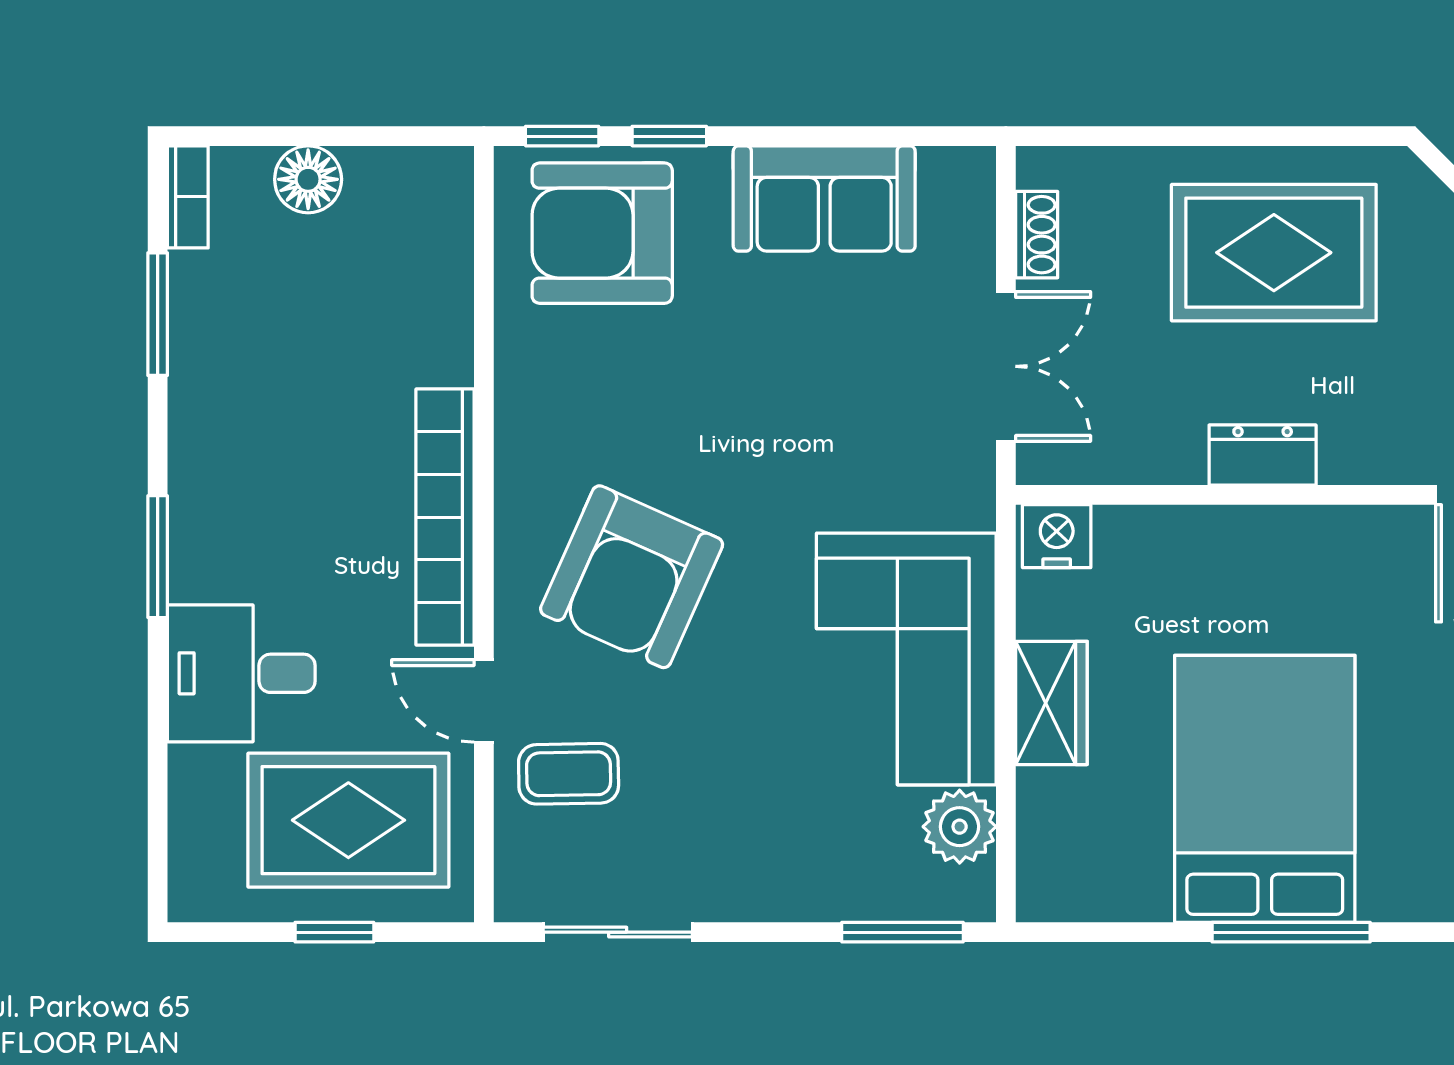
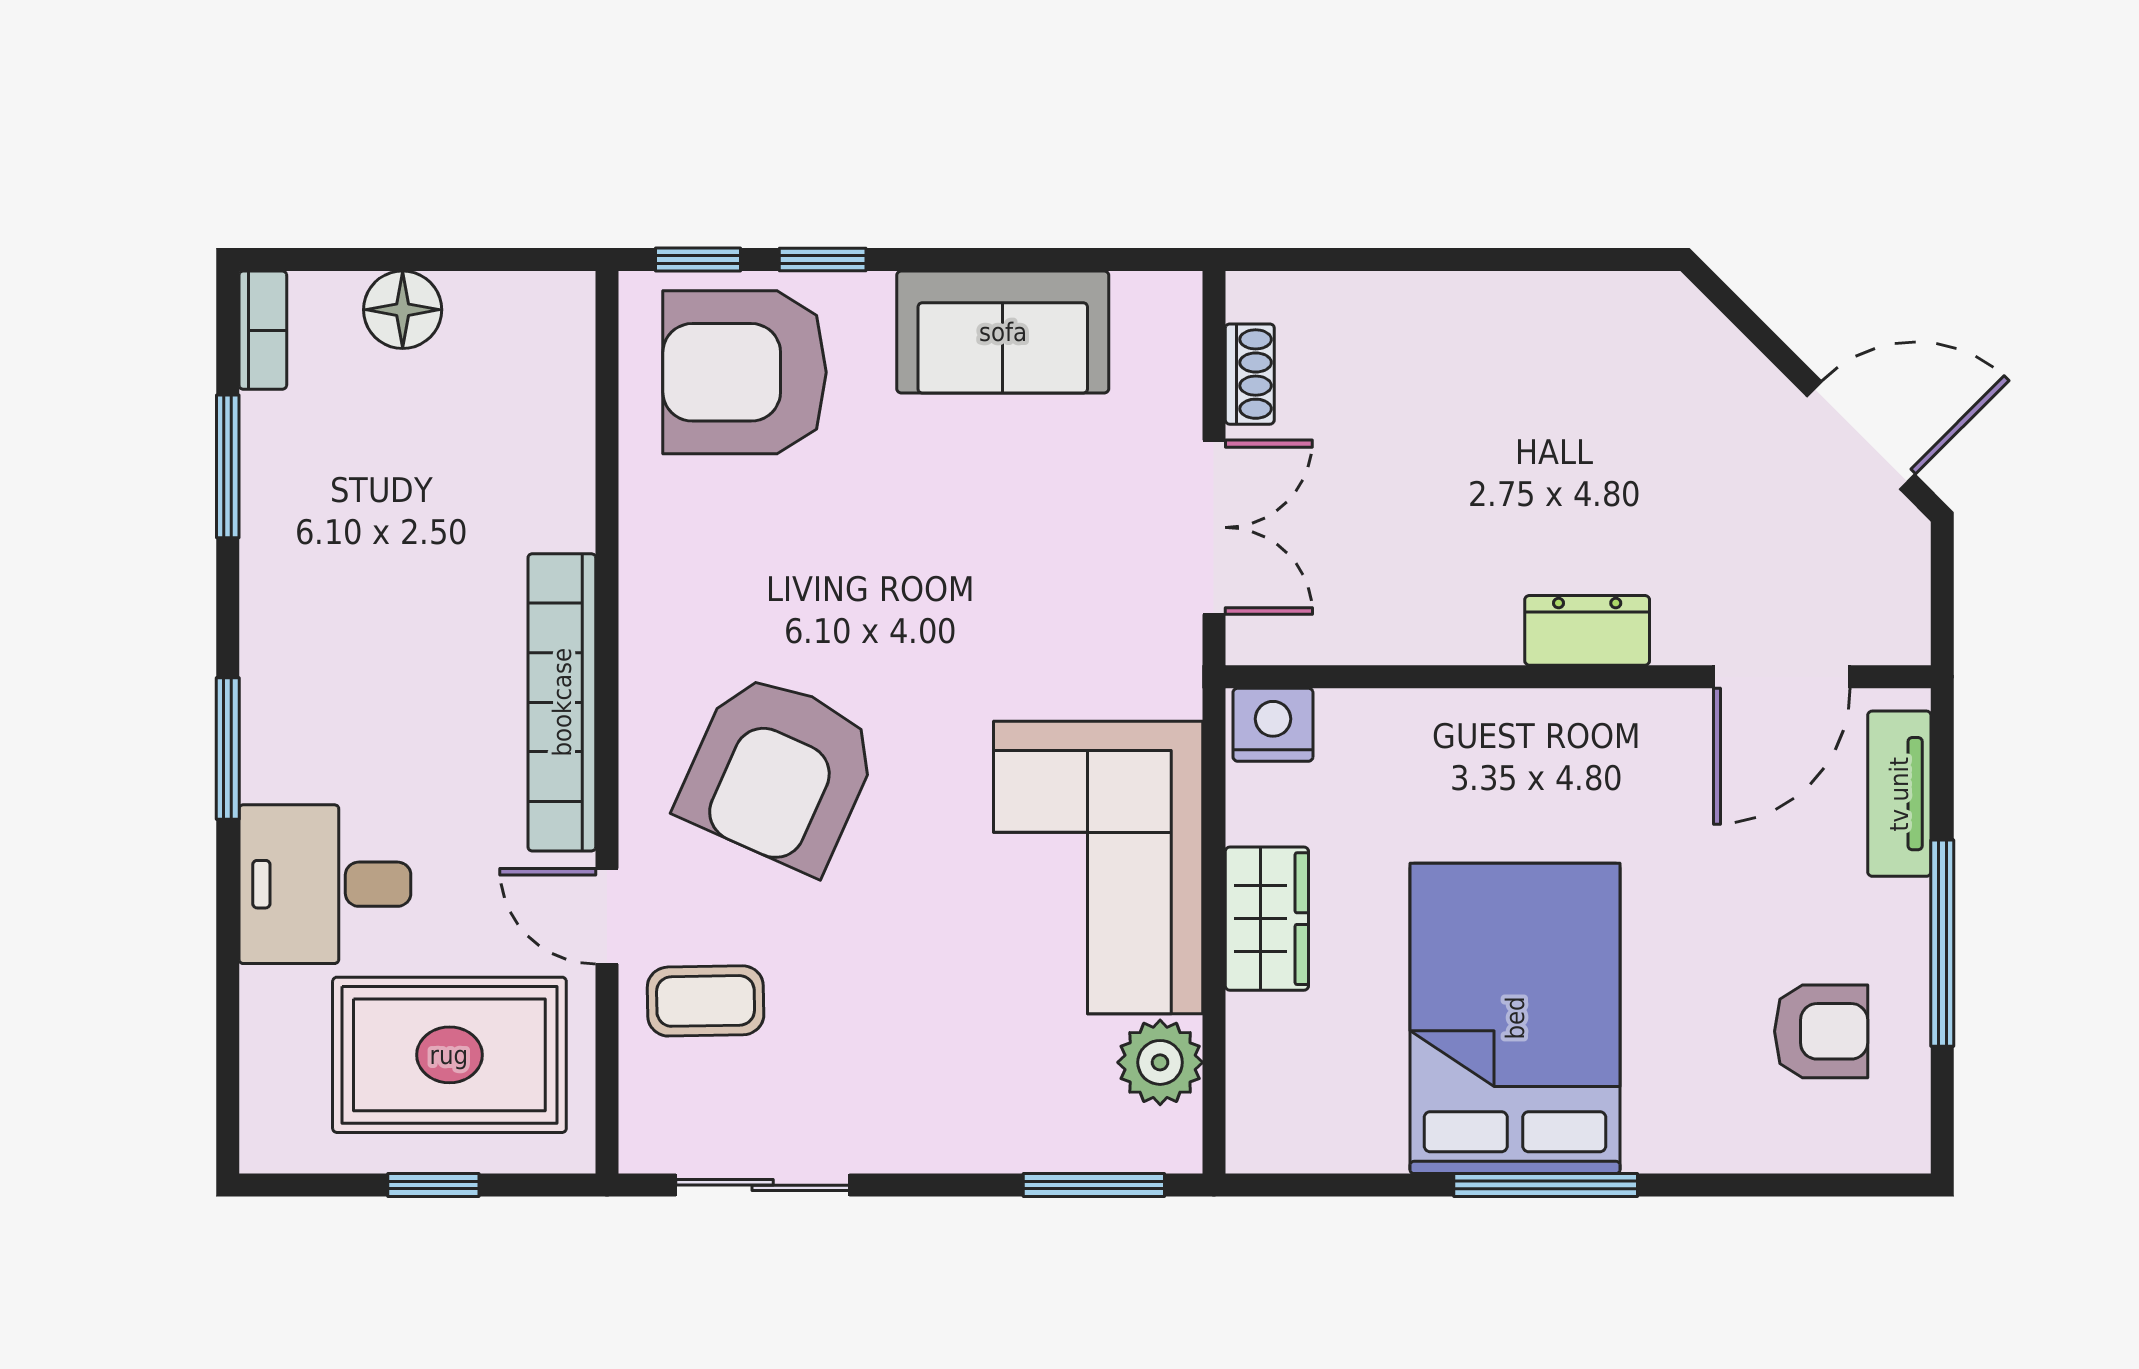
rug: (1274, 253) -> (1526, 395), removed
dresser: (1263, 455) -> (1587, 630), moved

